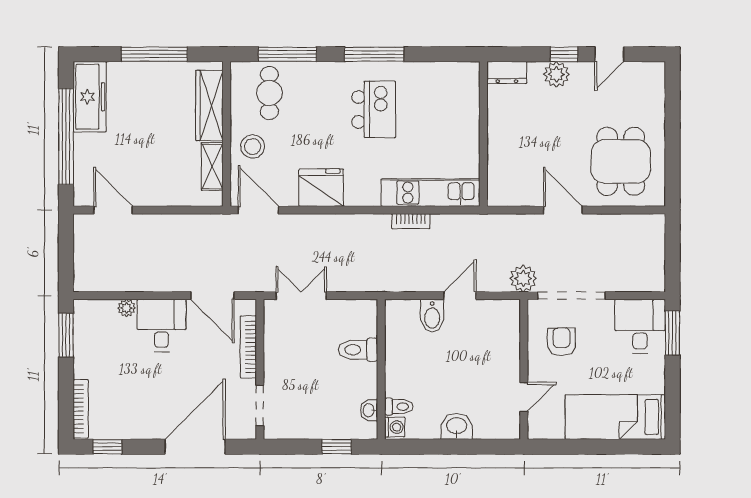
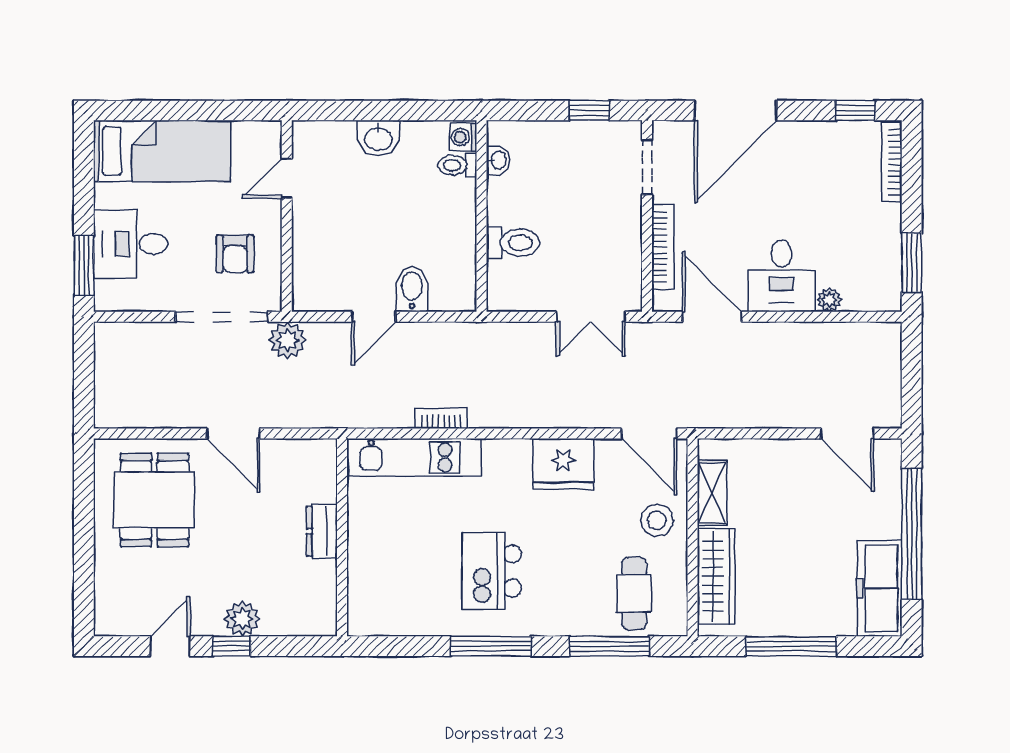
dresser: (507, 73) -> (322, 531), moved, turned -90
desk: (640, 326) -> (130, 244), moved, turned 90
window: (337, 447) -> (589, 111), moved

